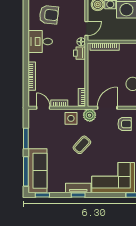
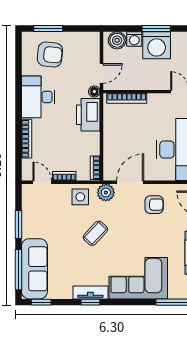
desk: (40, 41) -> (38, 97), width x1.37
printer: (79, 53) -> (88, 115), width x1.87, depth x1.48

